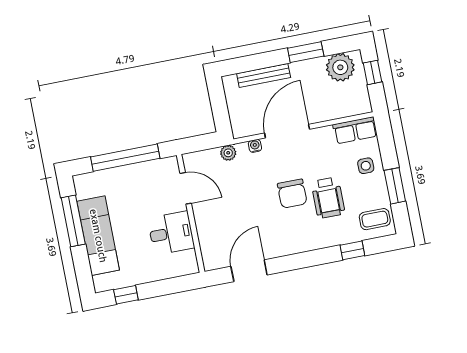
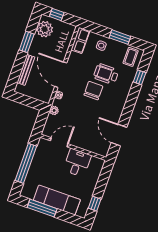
chair: (292, 194) -> (93, 91), turned -90
wheelchair: (328, 198) -> (106, 74), turned 180

